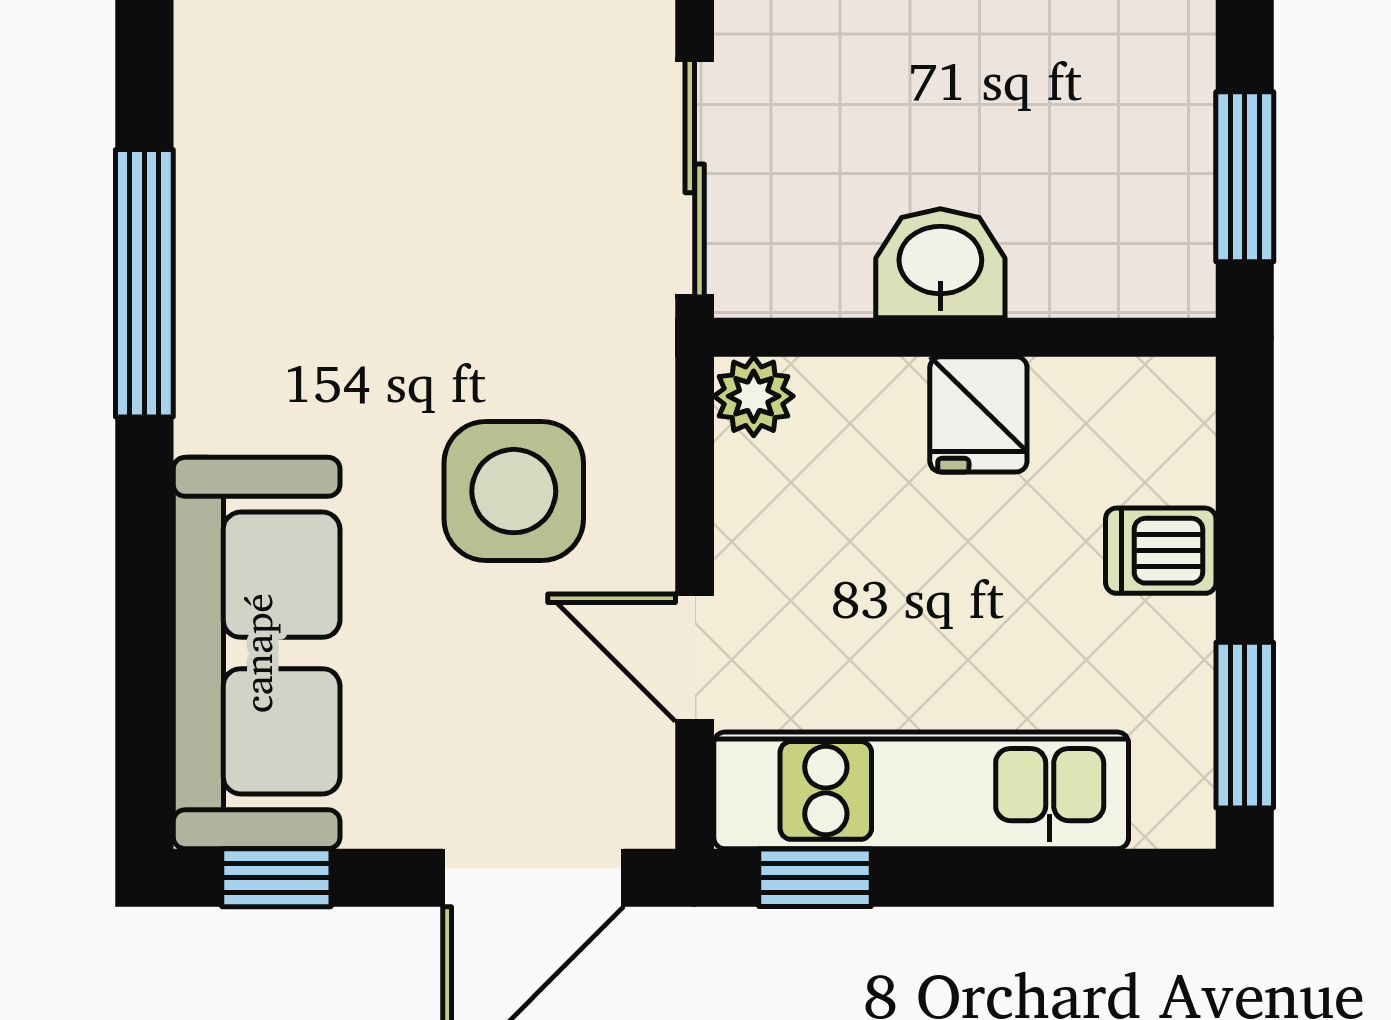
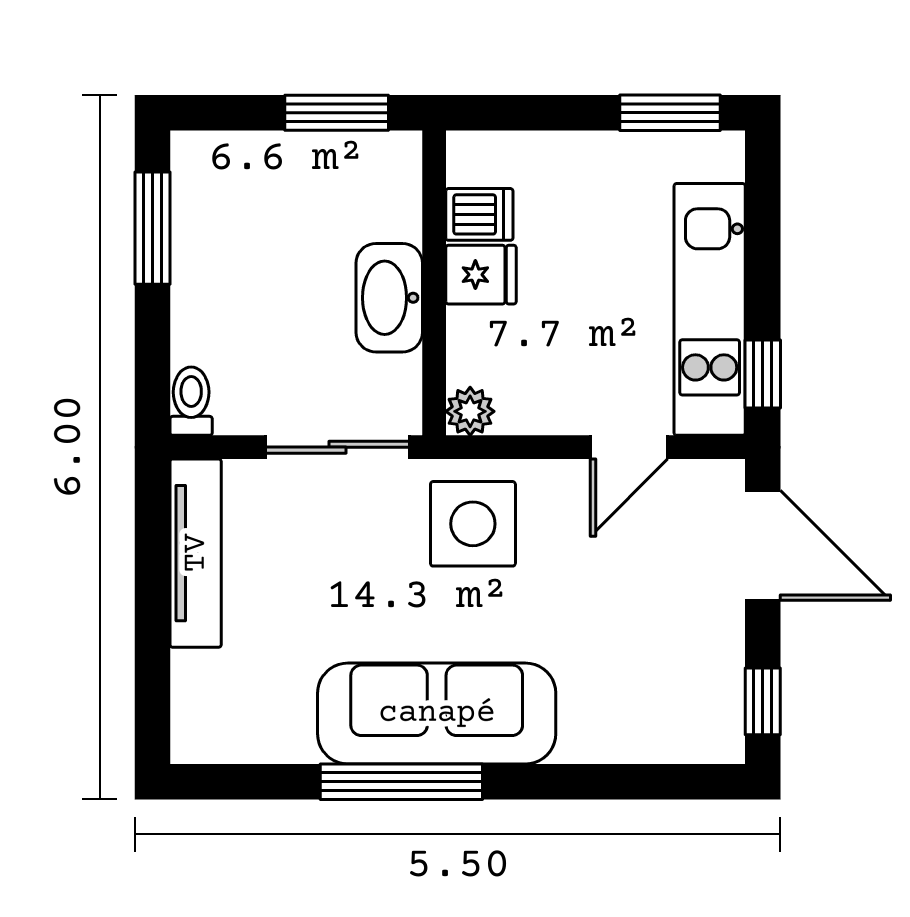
washbasin: (940, 263) -> (389, 298), width x1.38
side table: (514, 491) -> (473, 524), moved
dishwasher: (1161, 551) -> (479, 214), moved, turned -90
sofa: (257, 653) -> (437, 713), moved

